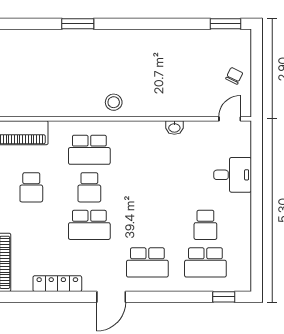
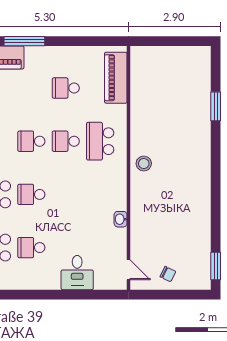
window: (78, 24) -> (216, 106), moved
school desk: (89, 225) -> (31, 141), width x0.54
school desk: (147, 225) -> (31, 194), added

